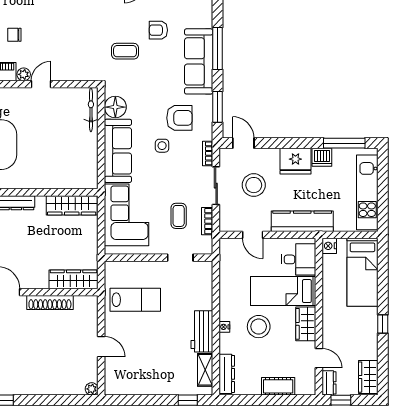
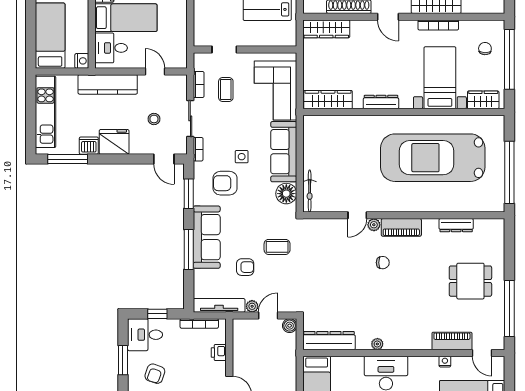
stool: (254, 185) -> (154, 119), width x0.53, depth x0.53

